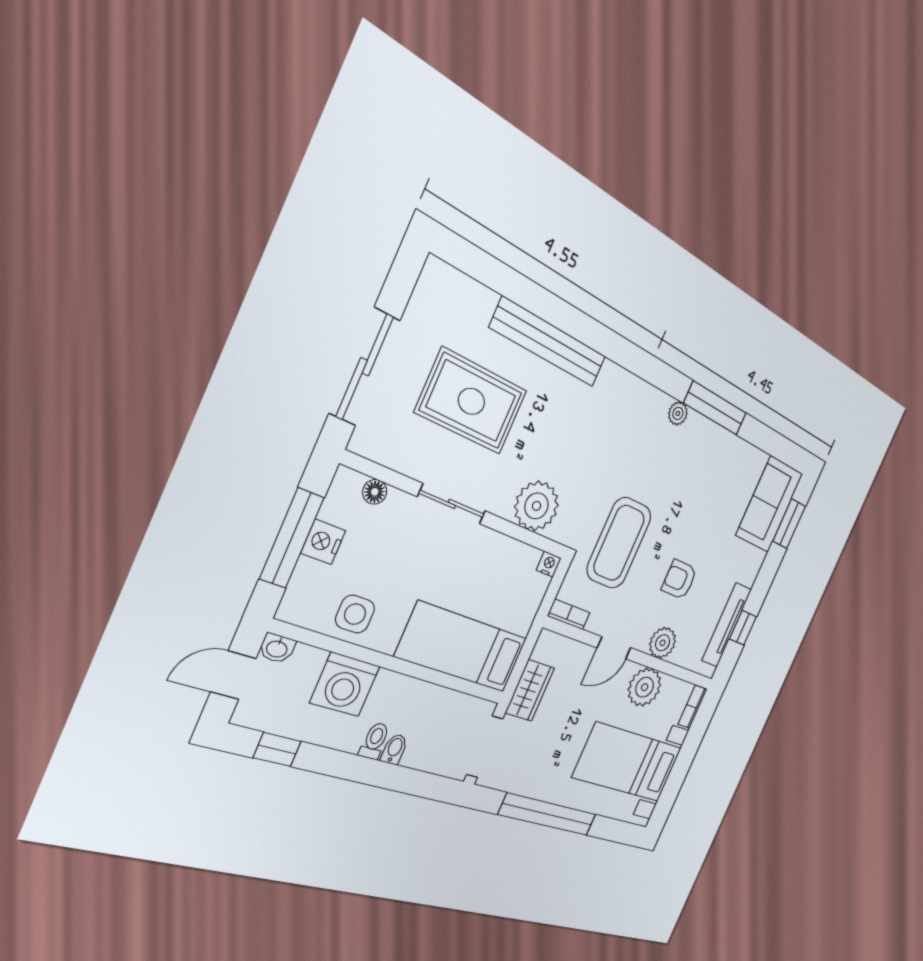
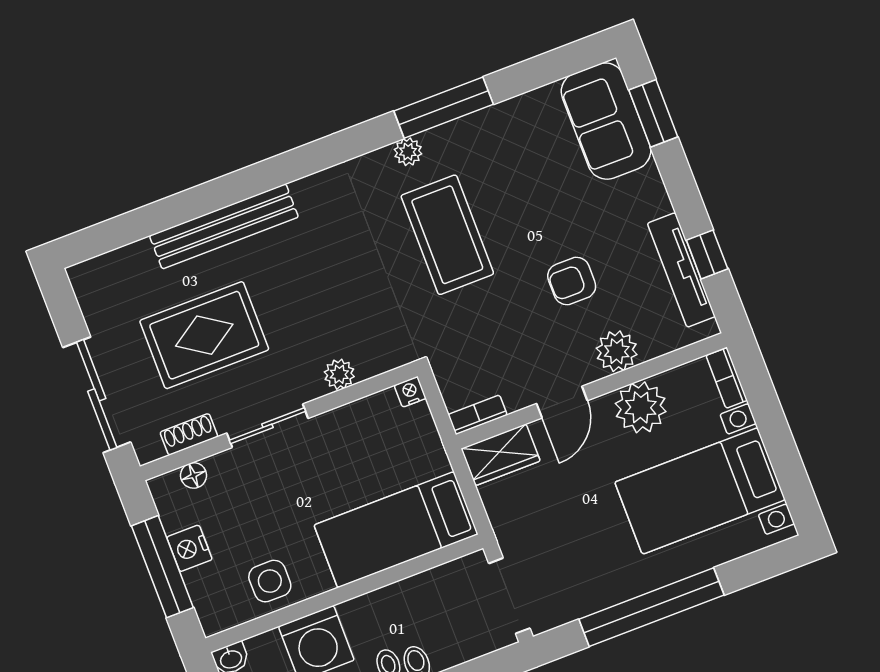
shoe rack: (399, 460) -> (189, 434), added
plant: (536, 506) -> (339, 374), width x0.53, depth x0.53
coffee table: (619, 543) -> (447, 235), moved
wardrobe: (530, 690) -> (501, 455), moved, turned 90

